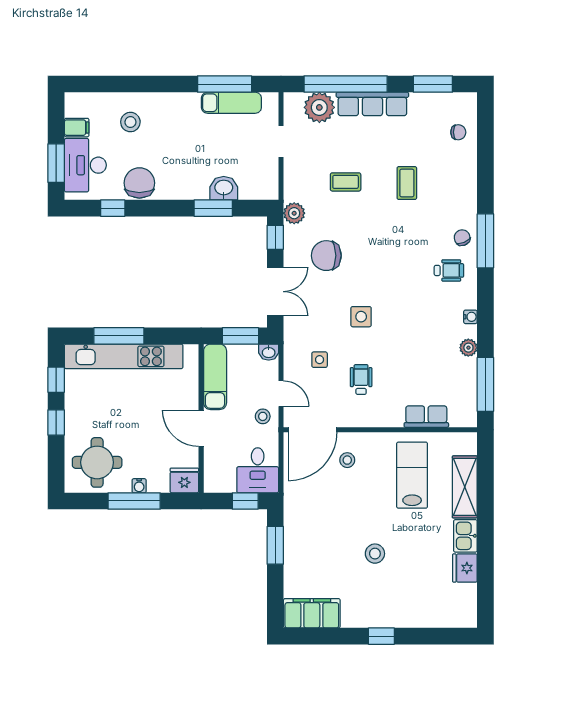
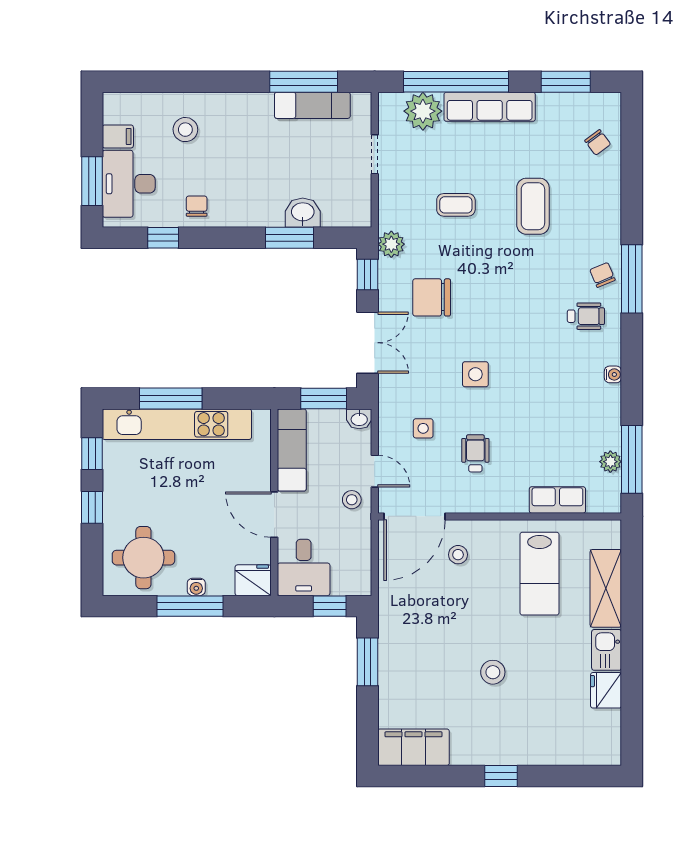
chair: (458, 132) -> (598, 142), turned 53
chair: (139, 183) -> (197, 206), width x0.54, depth x0.54
coffee table: (407, 183) -> (533, 206), width x1.36, depth x1.30
plant: (468, 348) -> (610, 462), moved
desk: (258, 470) -> (304, 567), moved
lab bench: (412, 475) -> (540, 574), turned 180

